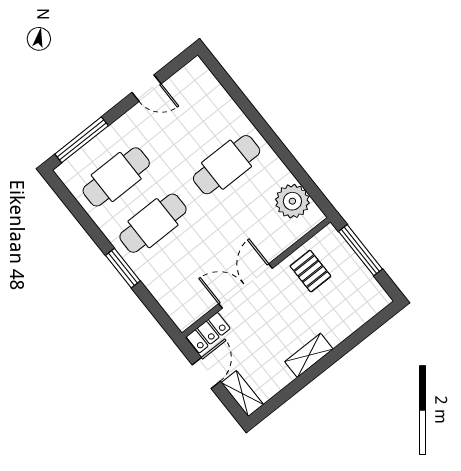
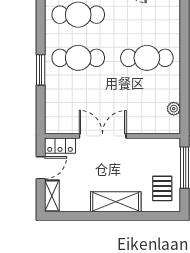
plant: (292, 201) -> (174, 109), width x0.53, depth x0.53
pallet: (310, 271) -> (162, 188), moved
shelving: (309, 355) -> (116, 202), width x1.50, depth x1.33

